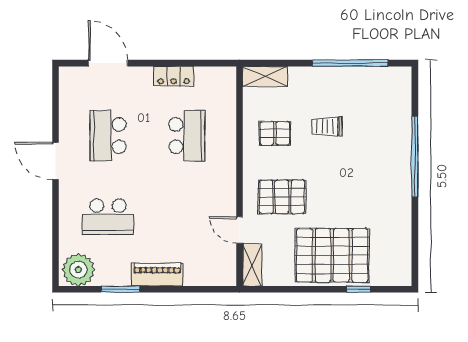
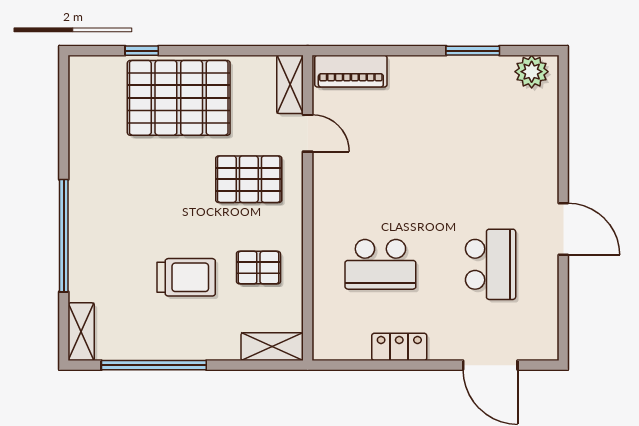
shelving: (402, 87) -> (81, 332), added
trolley: (327, 126) -> (186, 277), width x1.36, depth x1.39
school desk: (187, 136) -> (380, 264), turned -90
school desk: (108, 217) -> (491, 151), removed
plant: (78, 270) -> (532, 72), width x0.73, depth x0.73
piano: (157, 275) -> (351, 71), moved

